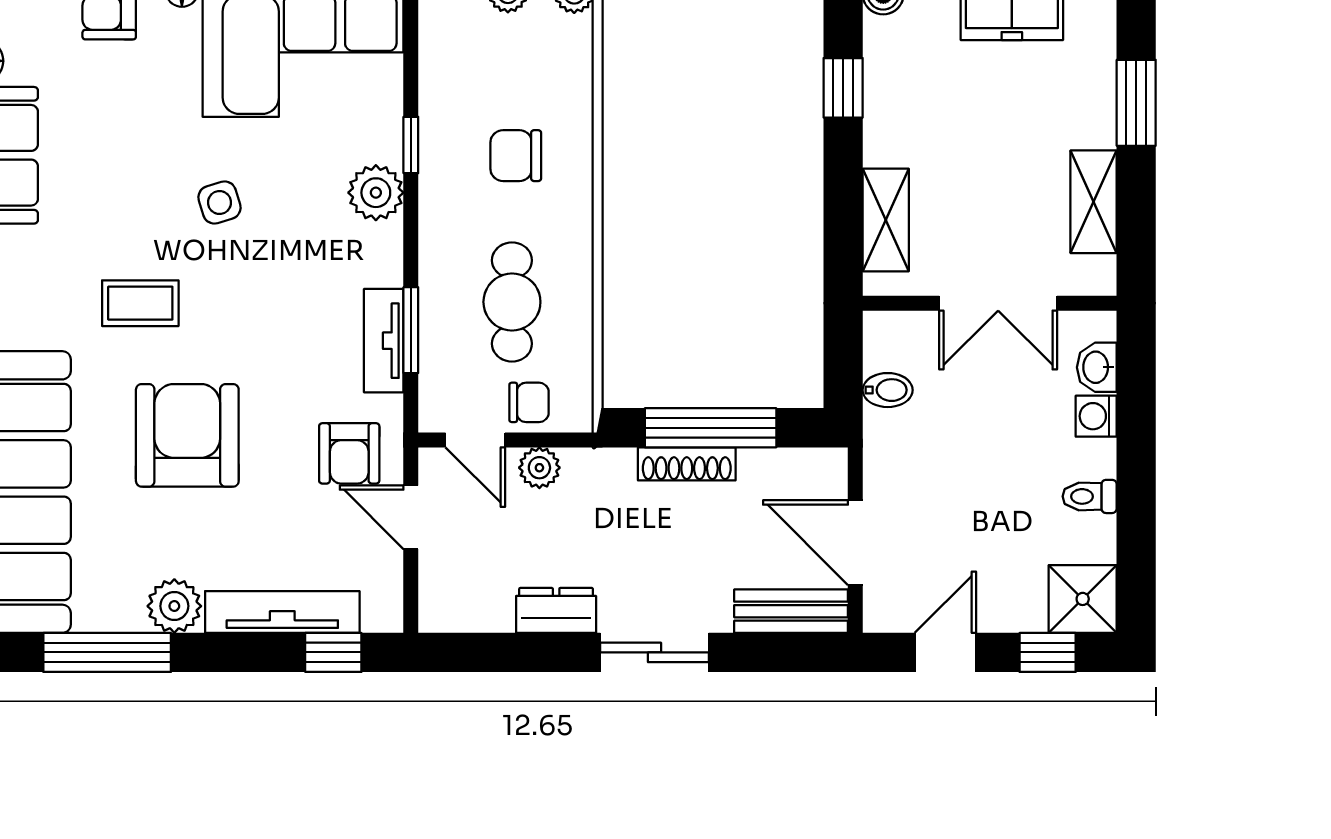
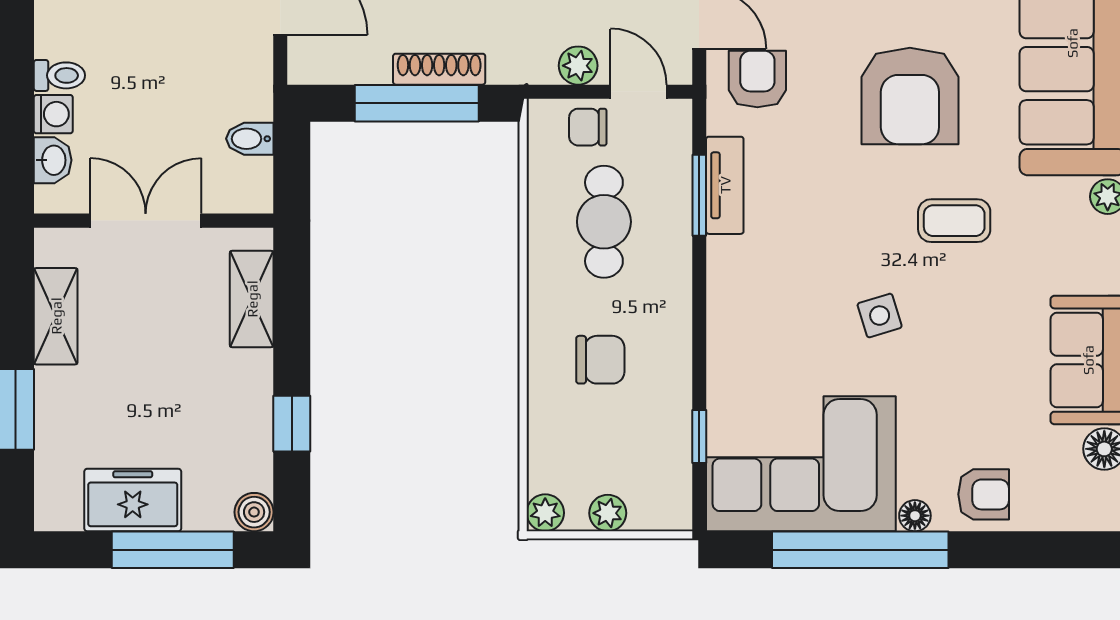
window: (411, 145) -> (699, 436), moved
plant: (376, 193) -> (732, 325), removed
toilet: (1090, 496) -> (59, 75), moved

